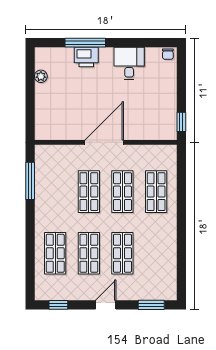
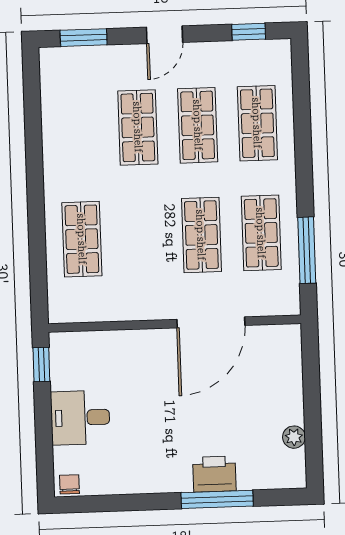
desk: (129, 63) -> (80, 418), moved, turned 90
door: (104, 142) -> (211, 322), moved
shop shelf: (122, 192) -> (261, 233), moved

